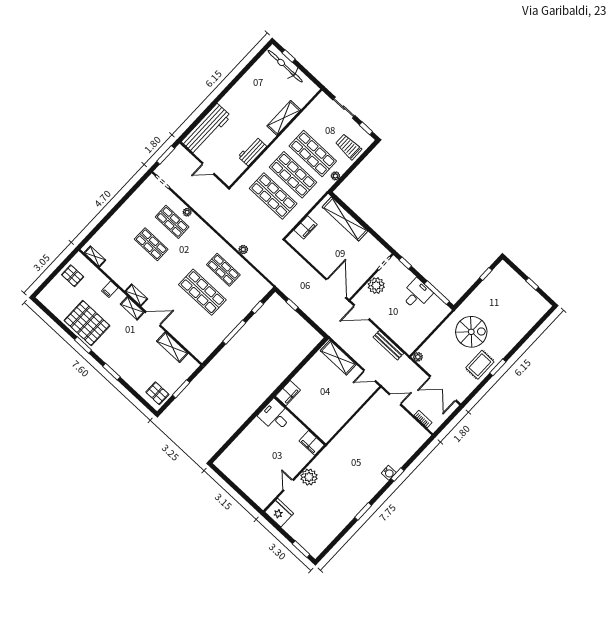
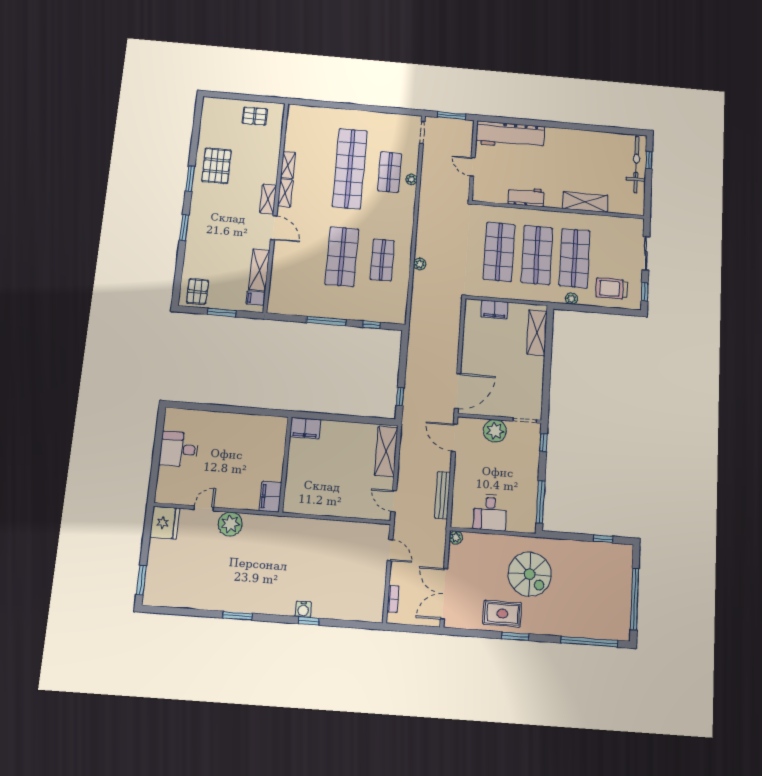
trolley: (348, 147) -> (612, 288), turned -90
shelving: (345, 219) -> (537, 333), width x0.68
shop shelf: (151, 244) -> (350, 169), width x2.00, depth x1.36
shelving: (95, 256) -> (288, 165), moved
pallet: (73, 276) -> (255, 116), turned 90
window: (532, 284) -> (635, 599), width x3.17
filing cabinet: (110, 289) -> (256, 298), moved
desk: (417, 294) -> (490, 512), moved, turned 90
window: (292, 305) -> (400, 397), moved
pallet: (87, 323) -> (216, 166), width x0.73, depth x0.71
window: (534, 329) -> (589, 642), added
desk: (275, 416) -> (179, 449), moved, turned -90

